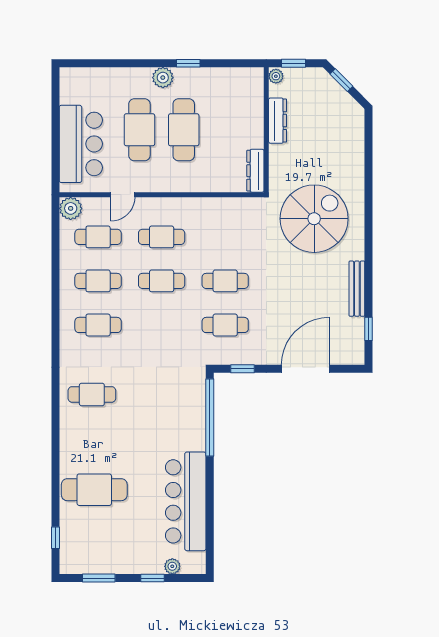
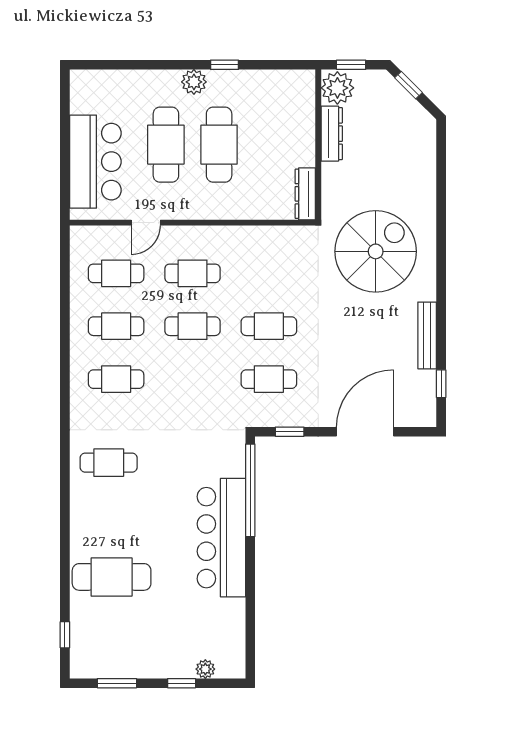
plant: (276, 76) -> (337, 88), width x1.88, depth x1.88
plant: (71, 208) -> (83, 239), removed
bar counter: (186, 501) -> (221, 538), moved

